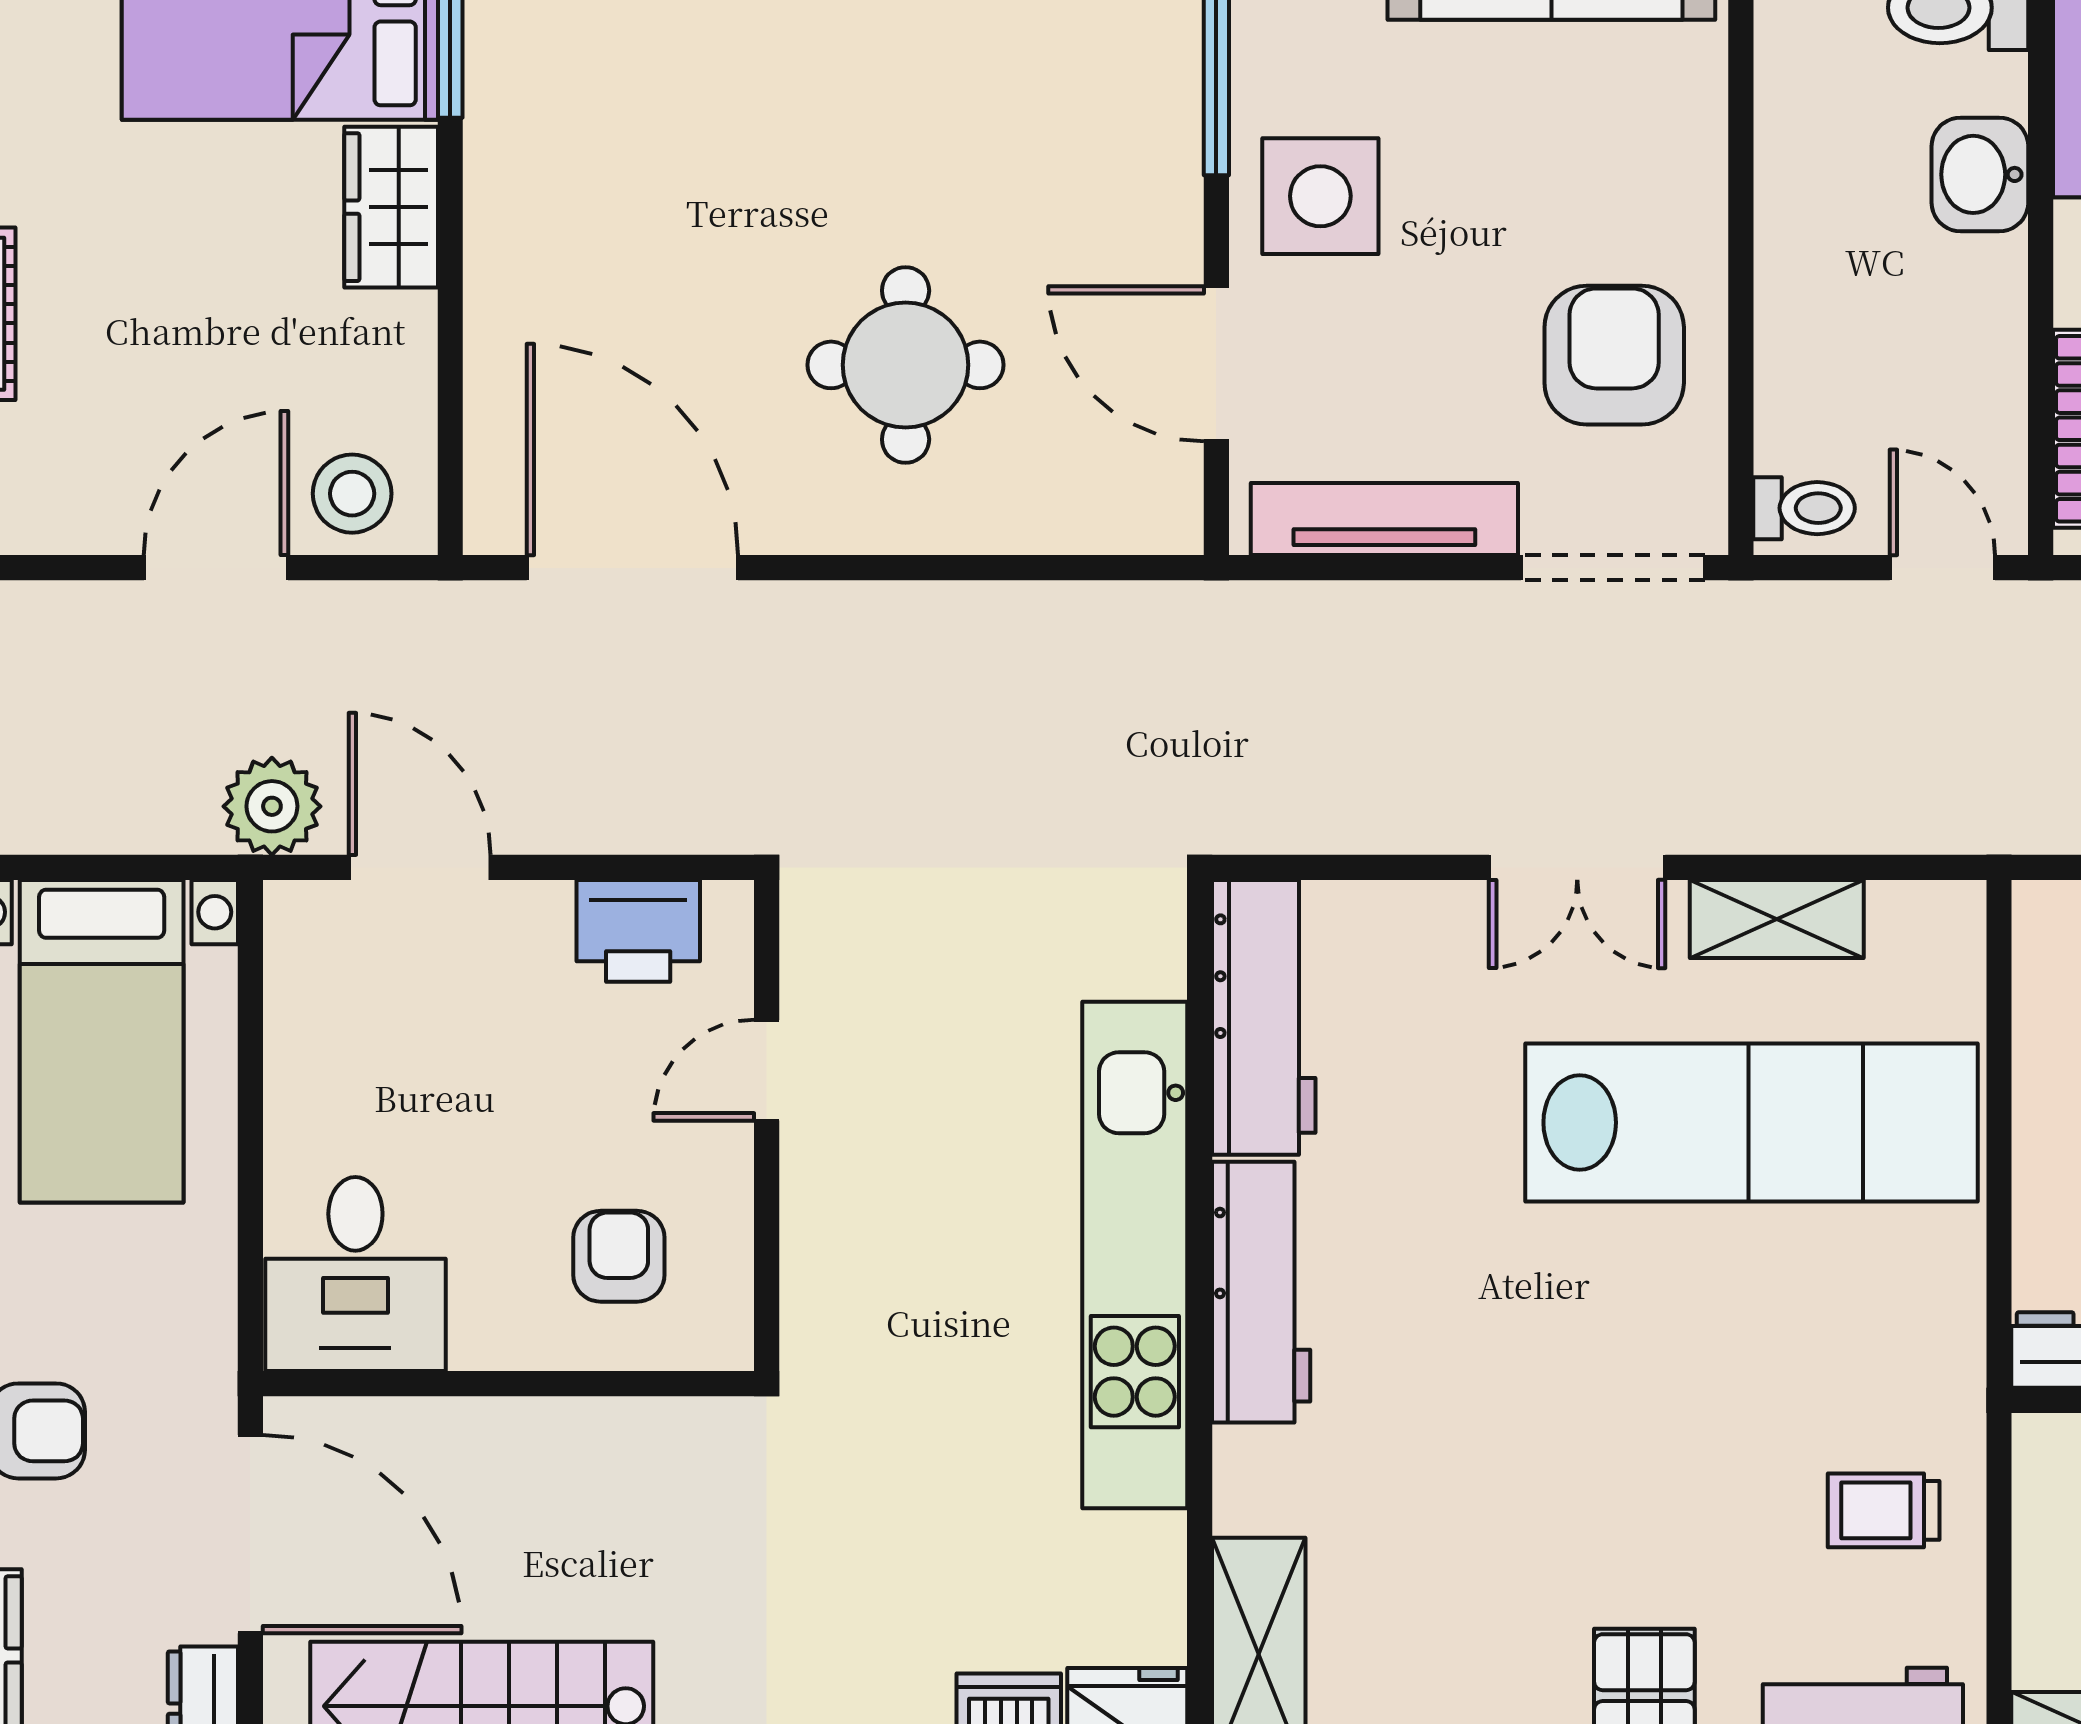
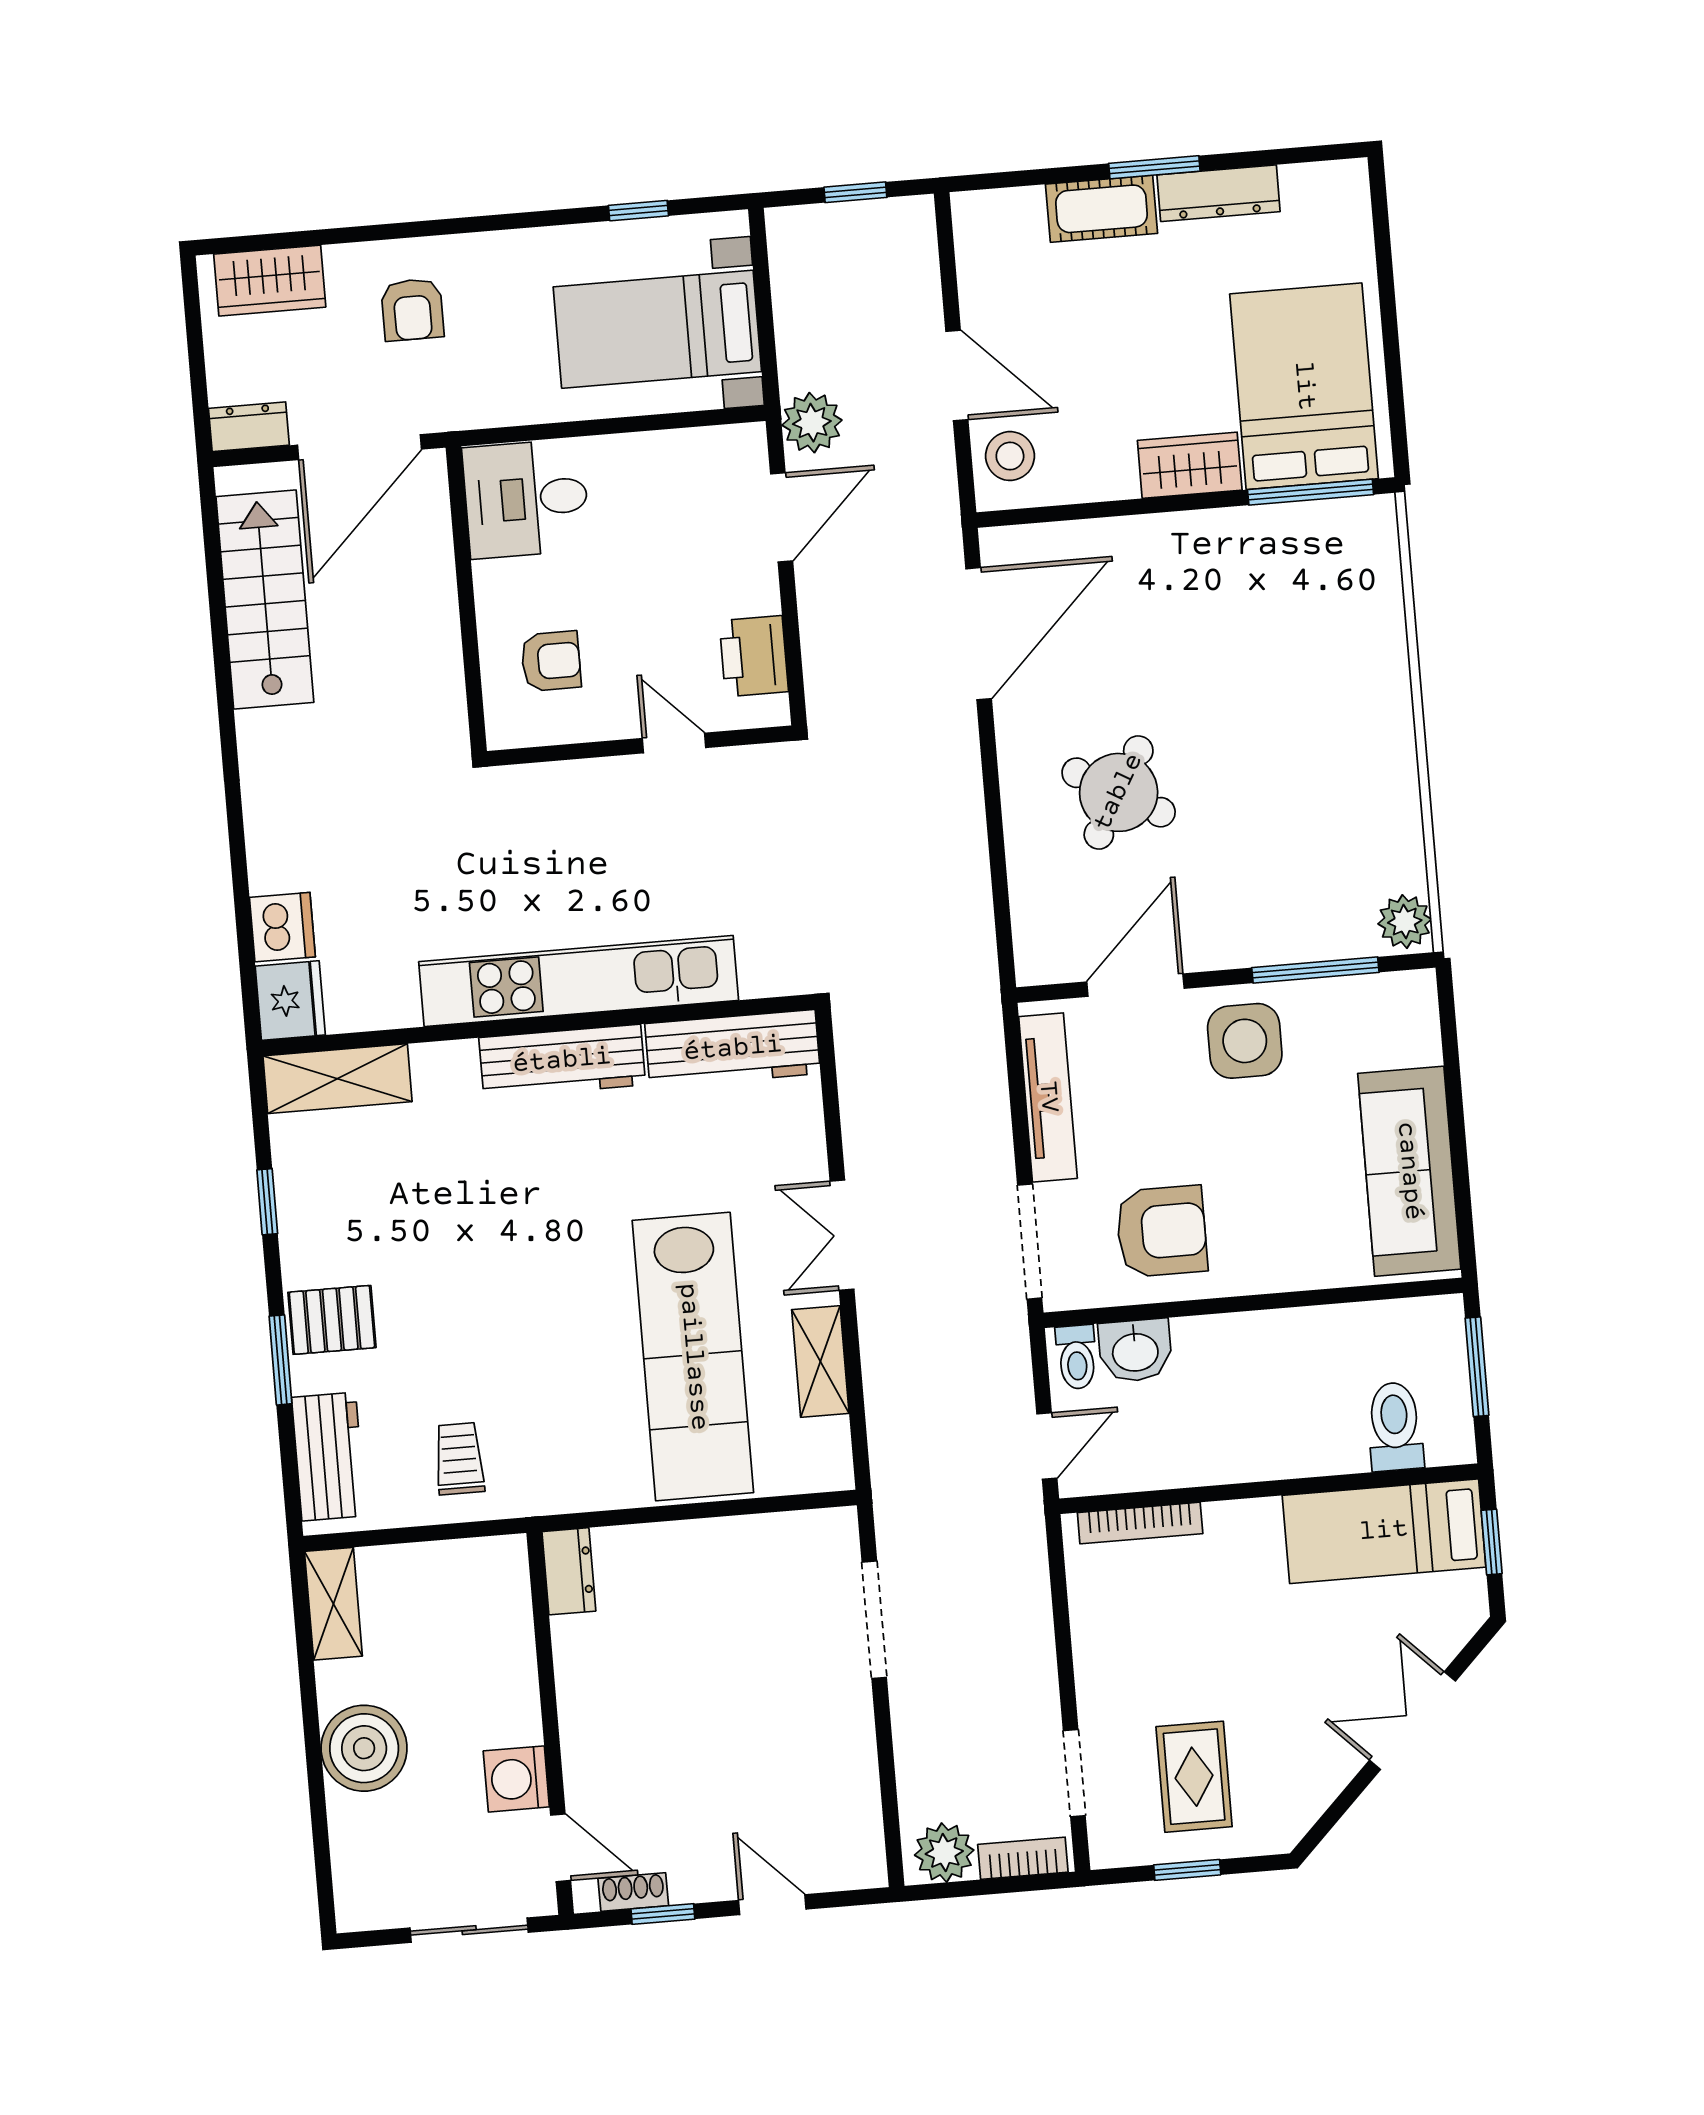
washbasin: (1980, 174) -> (1135, 1351), moved, turned 180
round table: (906, 365) -> (1119, 792), turned 30

